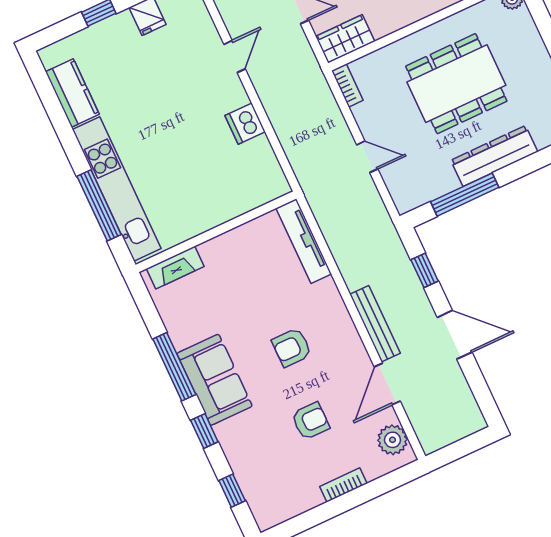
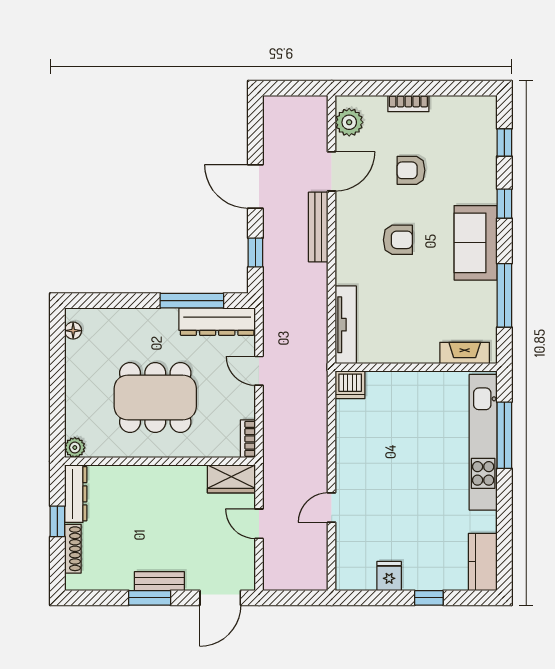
kitchen counter: (72, 93) -> (483, 562), moved
dishwasher: (245, 124) -> (350, 385), moved, turned 90
dresser: (494, 156) -> (217, 322), moved
window: (174, 367) -> (504, 295), moved

